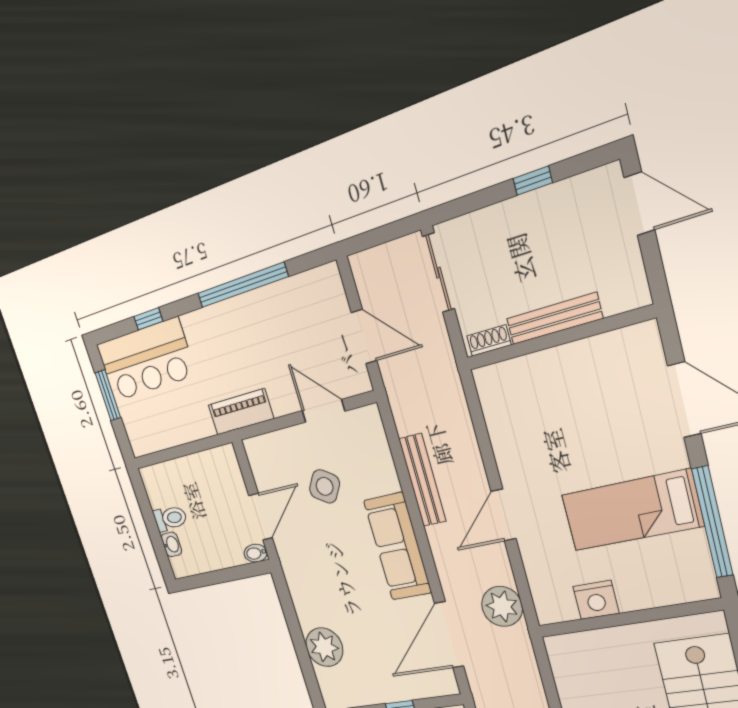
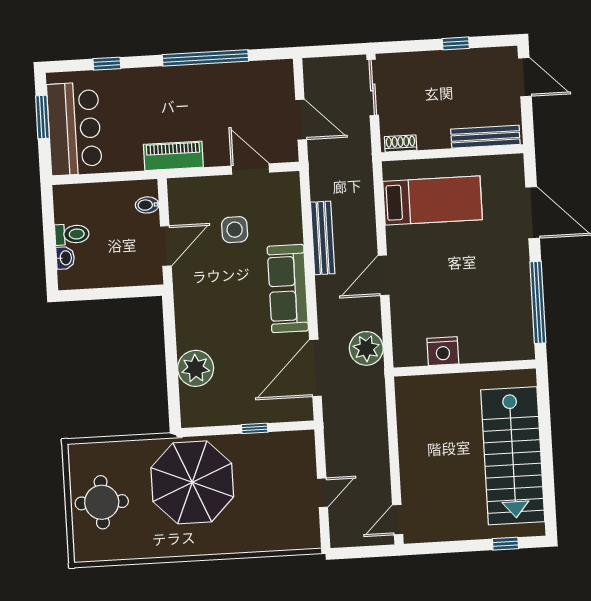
bench: (554, 319) -> (485, 137), moved
bar counter: (146, 360) -> (74, 129), moved, turned -90
side table: (325, 486) -> (235, 230), turned -33
bed: (632, 510) -> (433, 200), moved, turned 180
bidet: (256, 553) -> (147, 205), moved

